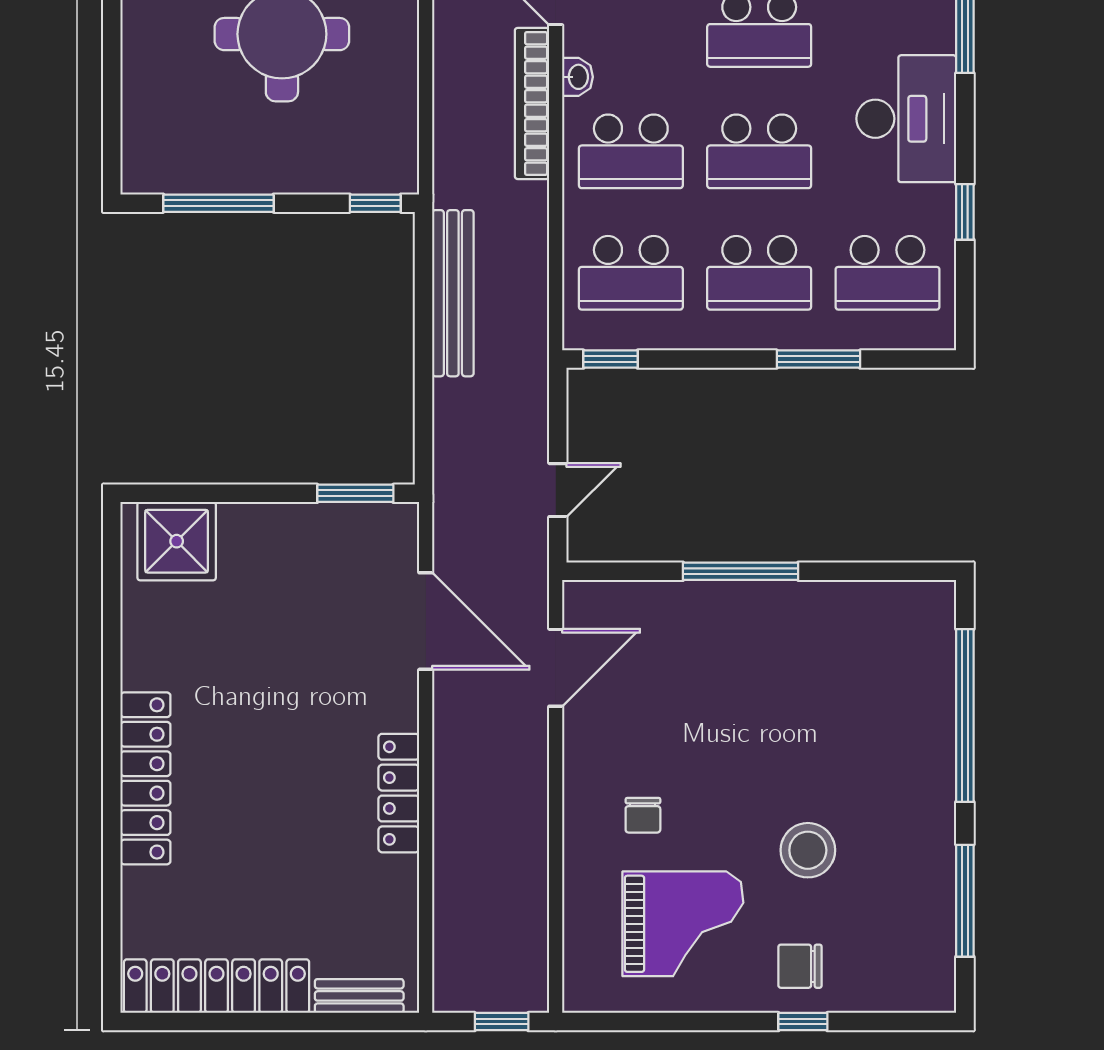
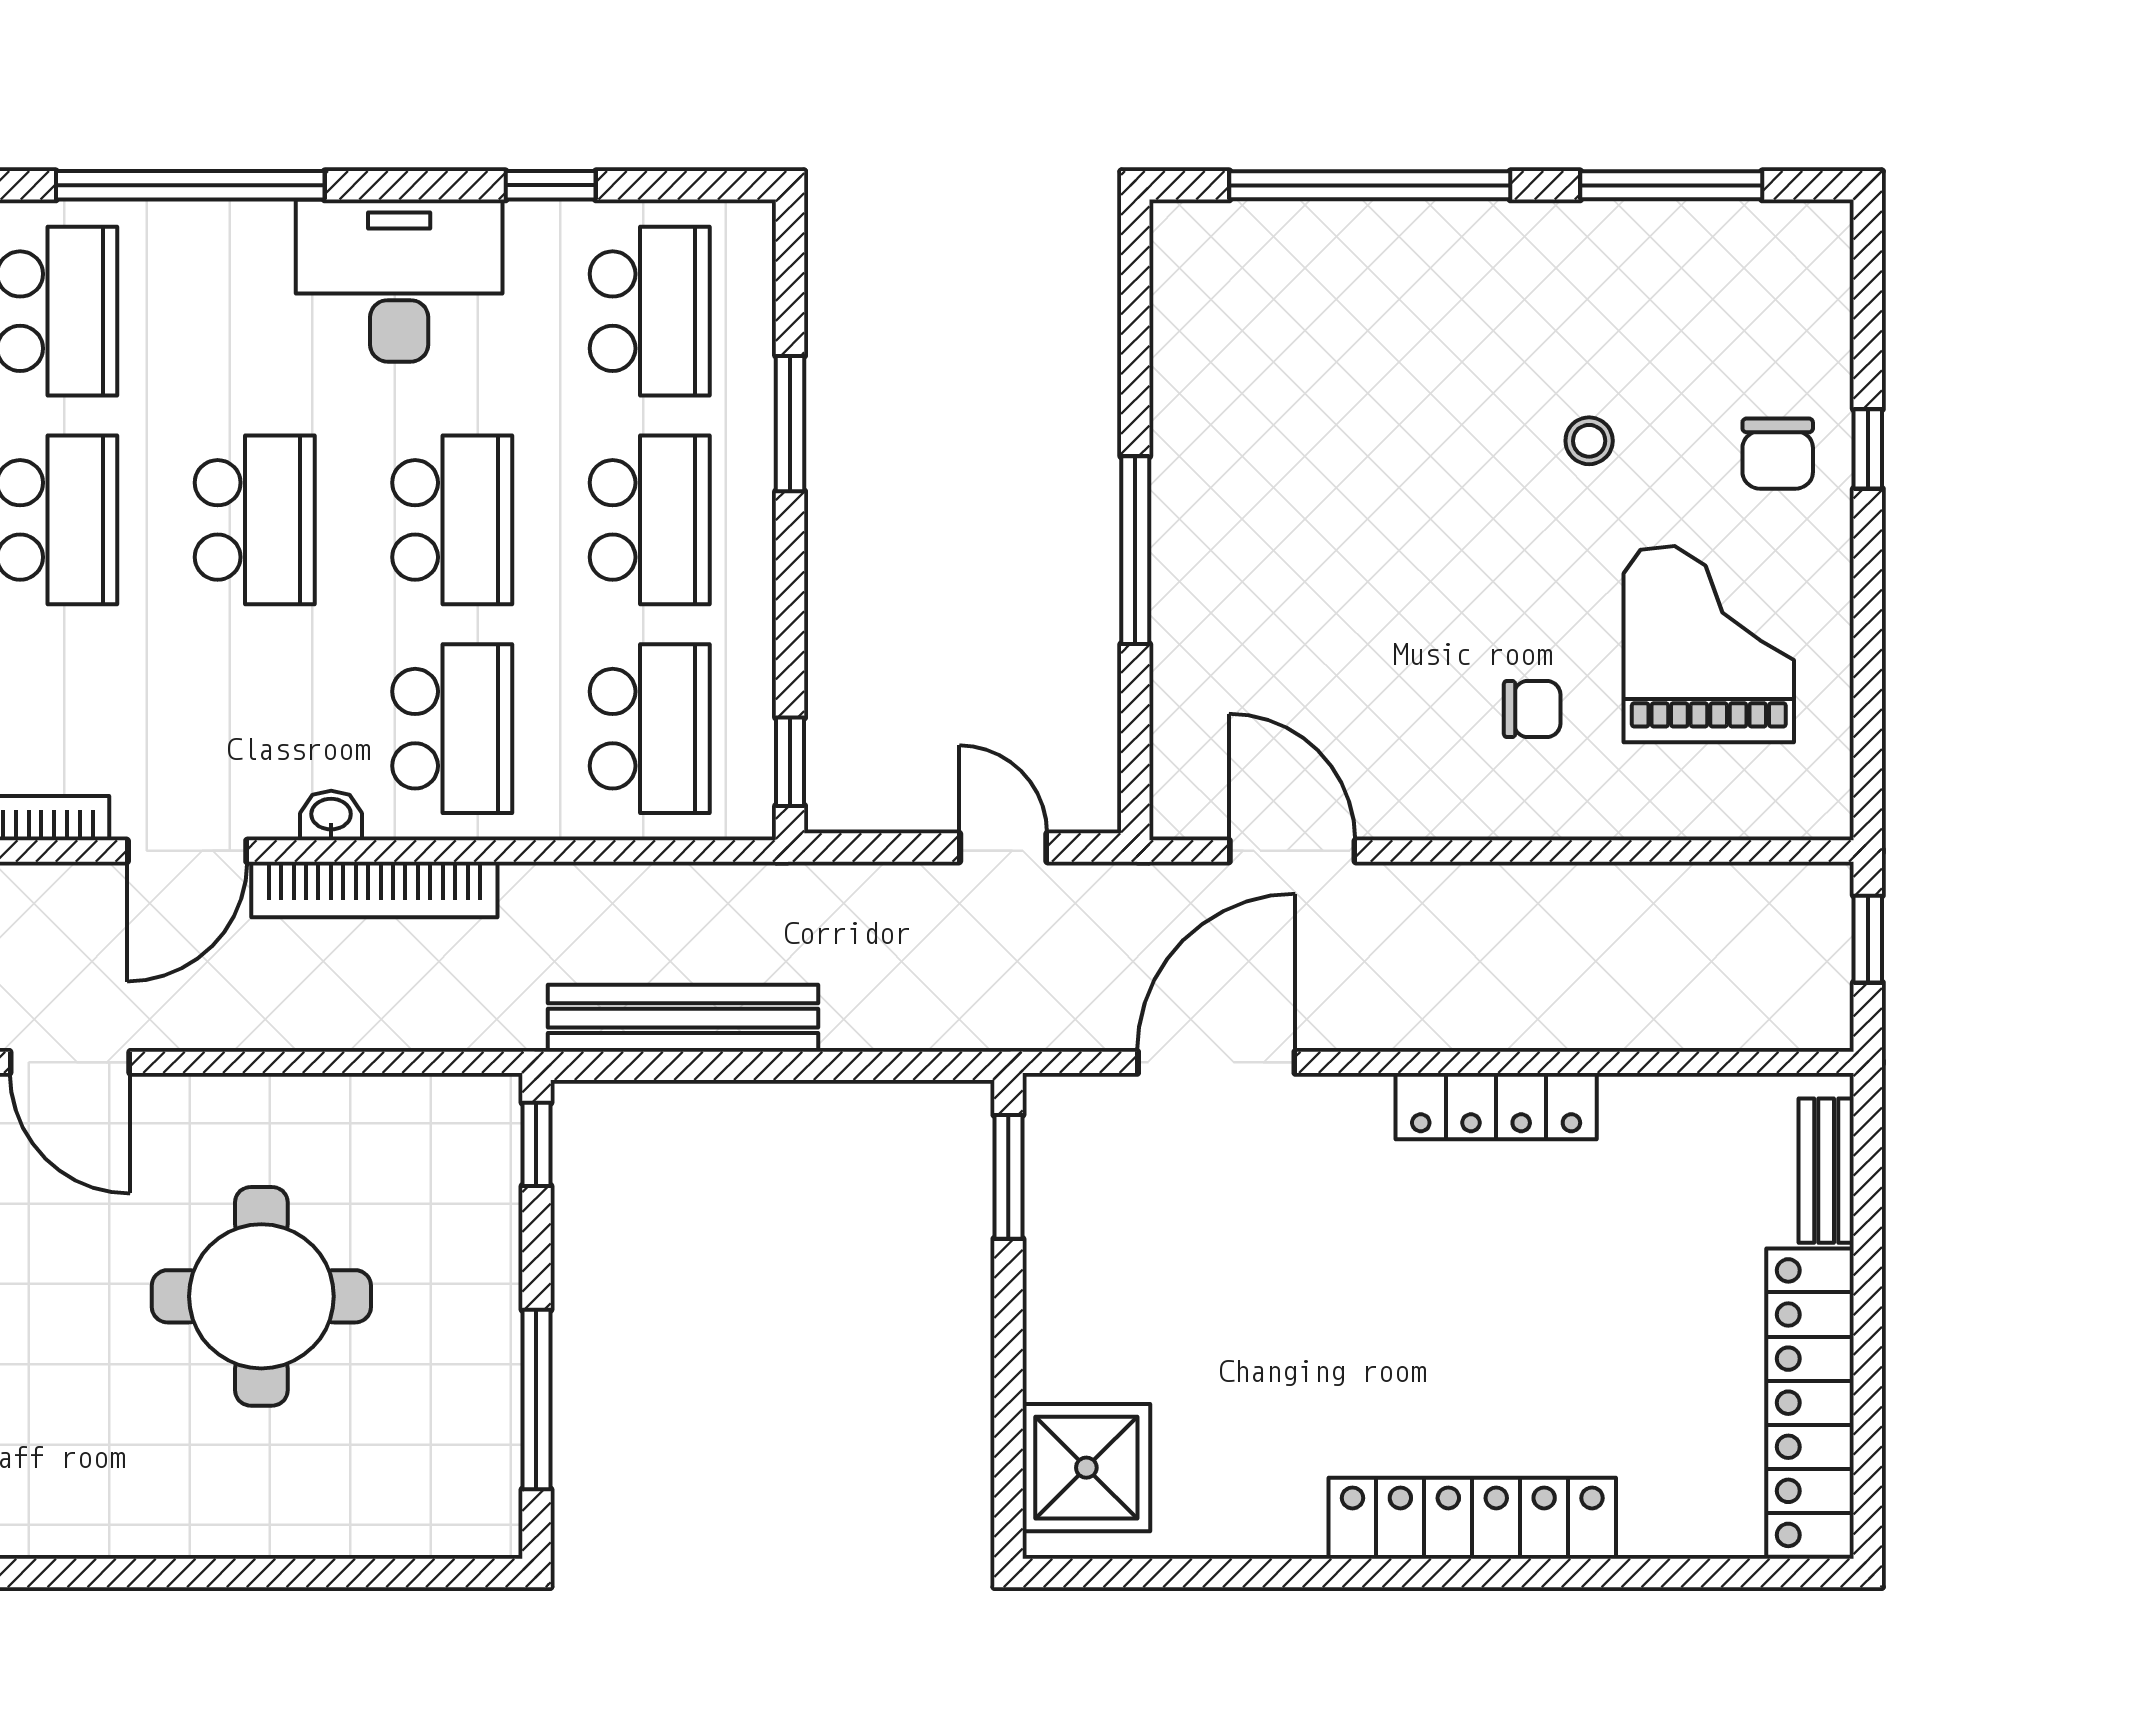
stool: (808, 850) -> (1589, 441), width x0.53, depth x0.53

